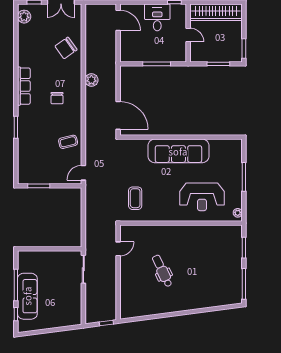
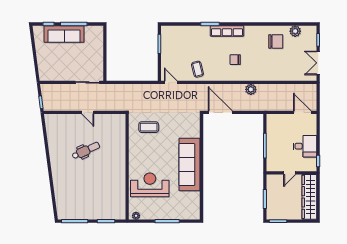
plant: (24, 17) -> (295, 31), moved
door: (118, 20) -> (302, 112), swing flipped
chair: (66, 48) -> (276, 41), moved, turned 125
row of seats: (24, 86) -> (227, 31), moved
door: (118, 115) -> (220, 112), swing flipped
reception desk: (202, 197) -> (150, 185), turned 90
door: (118, 249) -> (88, 112), moved

